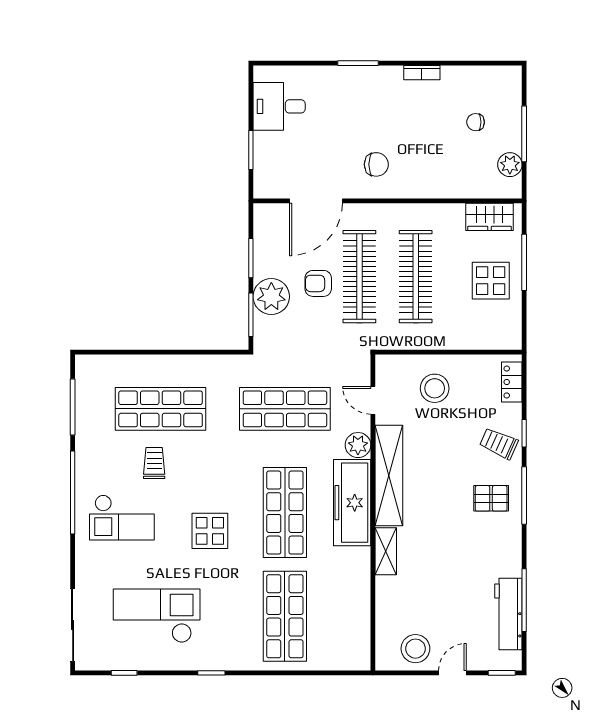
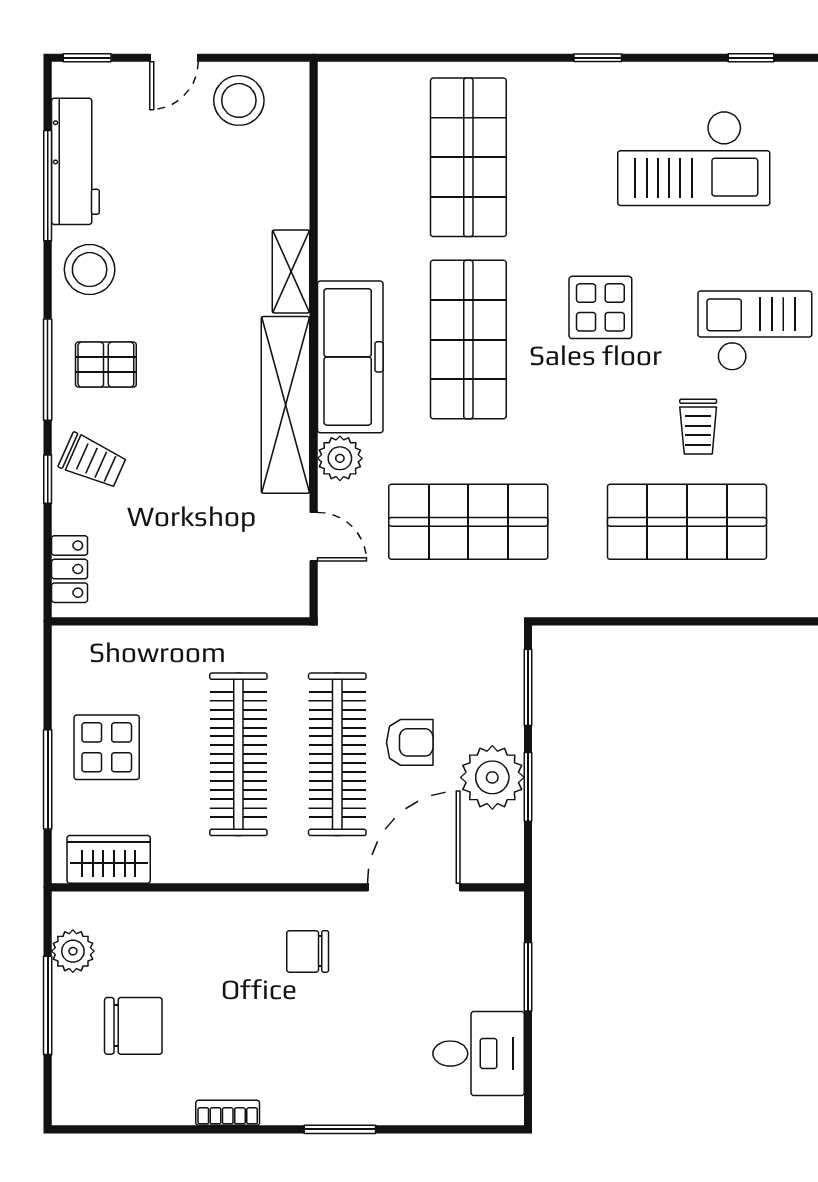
chair: (476, 122) -> (133, 1026), width x1.87, depth x1.87
plant: (271, 297) -> (492, 777), moved
stool: (435, 388) -> (90, 270), moved

